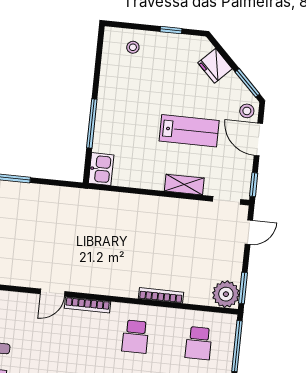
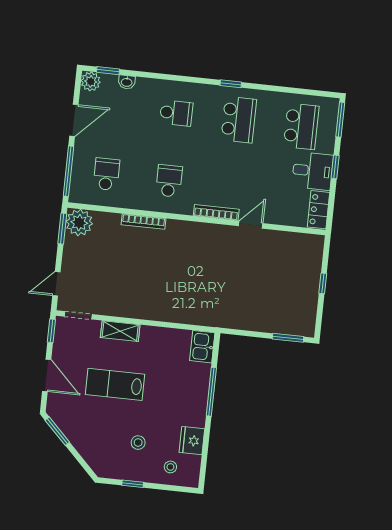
fridge: (215, 66) -> (192, 441), moved, turned -135
stool: (247, 111) -> (138, 443), moved

